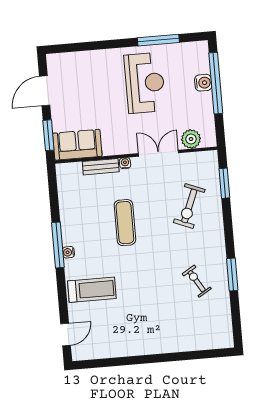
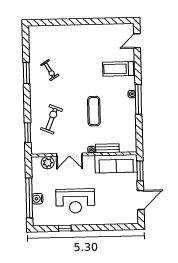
window: (158, 40) -> (65, 228), width x0.46
reception desk: (145, 83) -> (75, 201), turned -90
sofa: (77, 145) -> (116, 164), width x1.36

